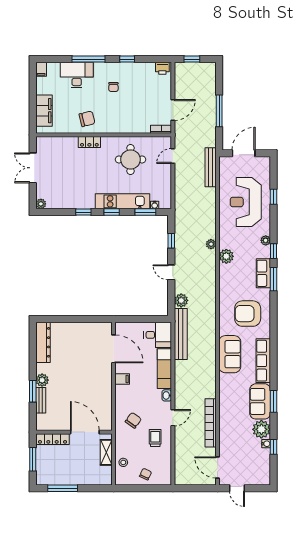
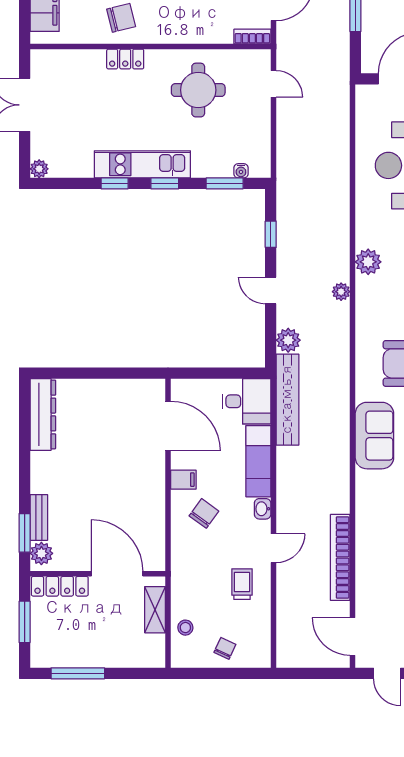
door: (173, 156) -> (274, 84), swing flipped
bench: (211, 167) -> (340, 104), removed
kitchen unit: (123, 201) -> (142, 164), moved
plant: (211, 244) -> (341, 292), moved
plant: (42, 380) -> (41, 553), moved
window: (33, 391) -> (25, 533), moved
chair: (133, 420) -> (204, 513), moved

